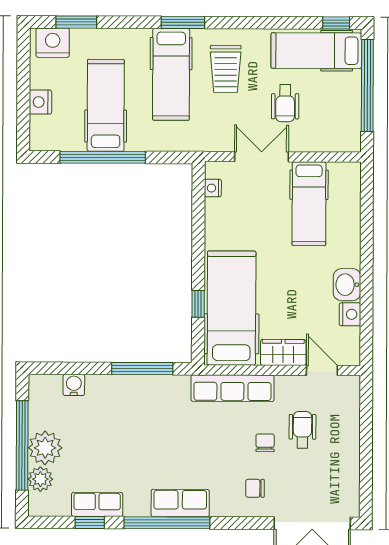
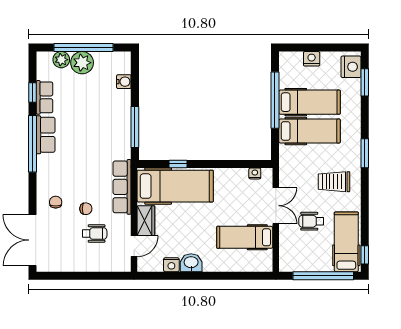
hospital bed: (171, 74) -> (309, 131), moved, turned 180
row of seats: (180, 503) -> (46, 135), moved

